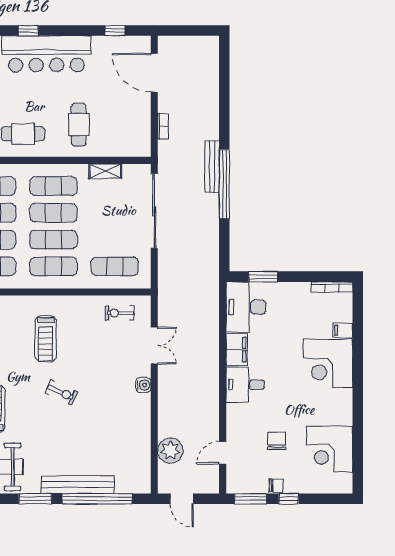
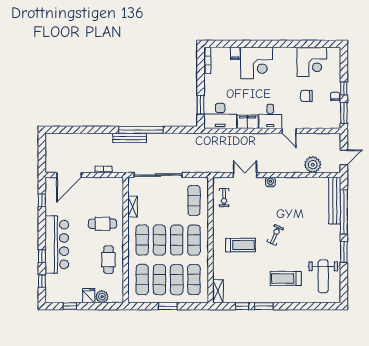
door: (223, 453) -> (289, 131), moved
bench: (77, 485) -> (335, 201), moved

